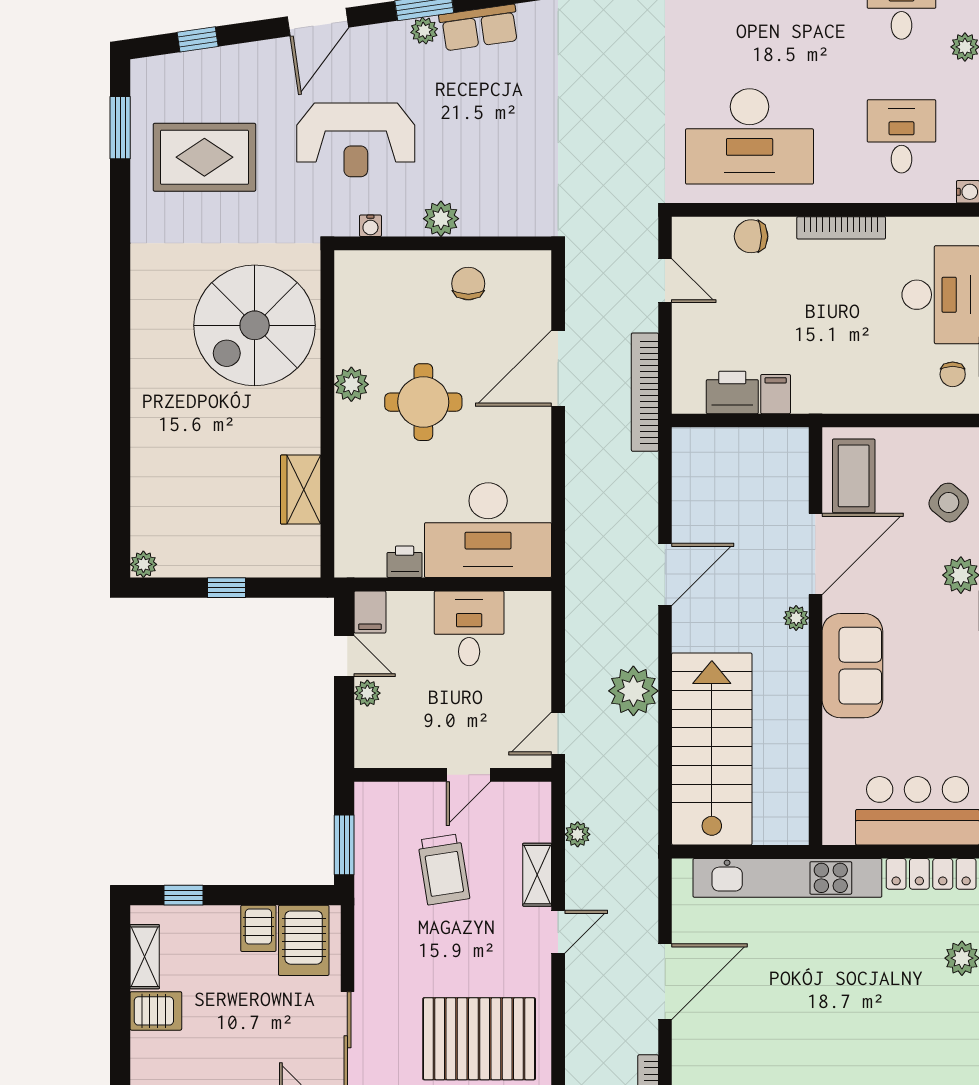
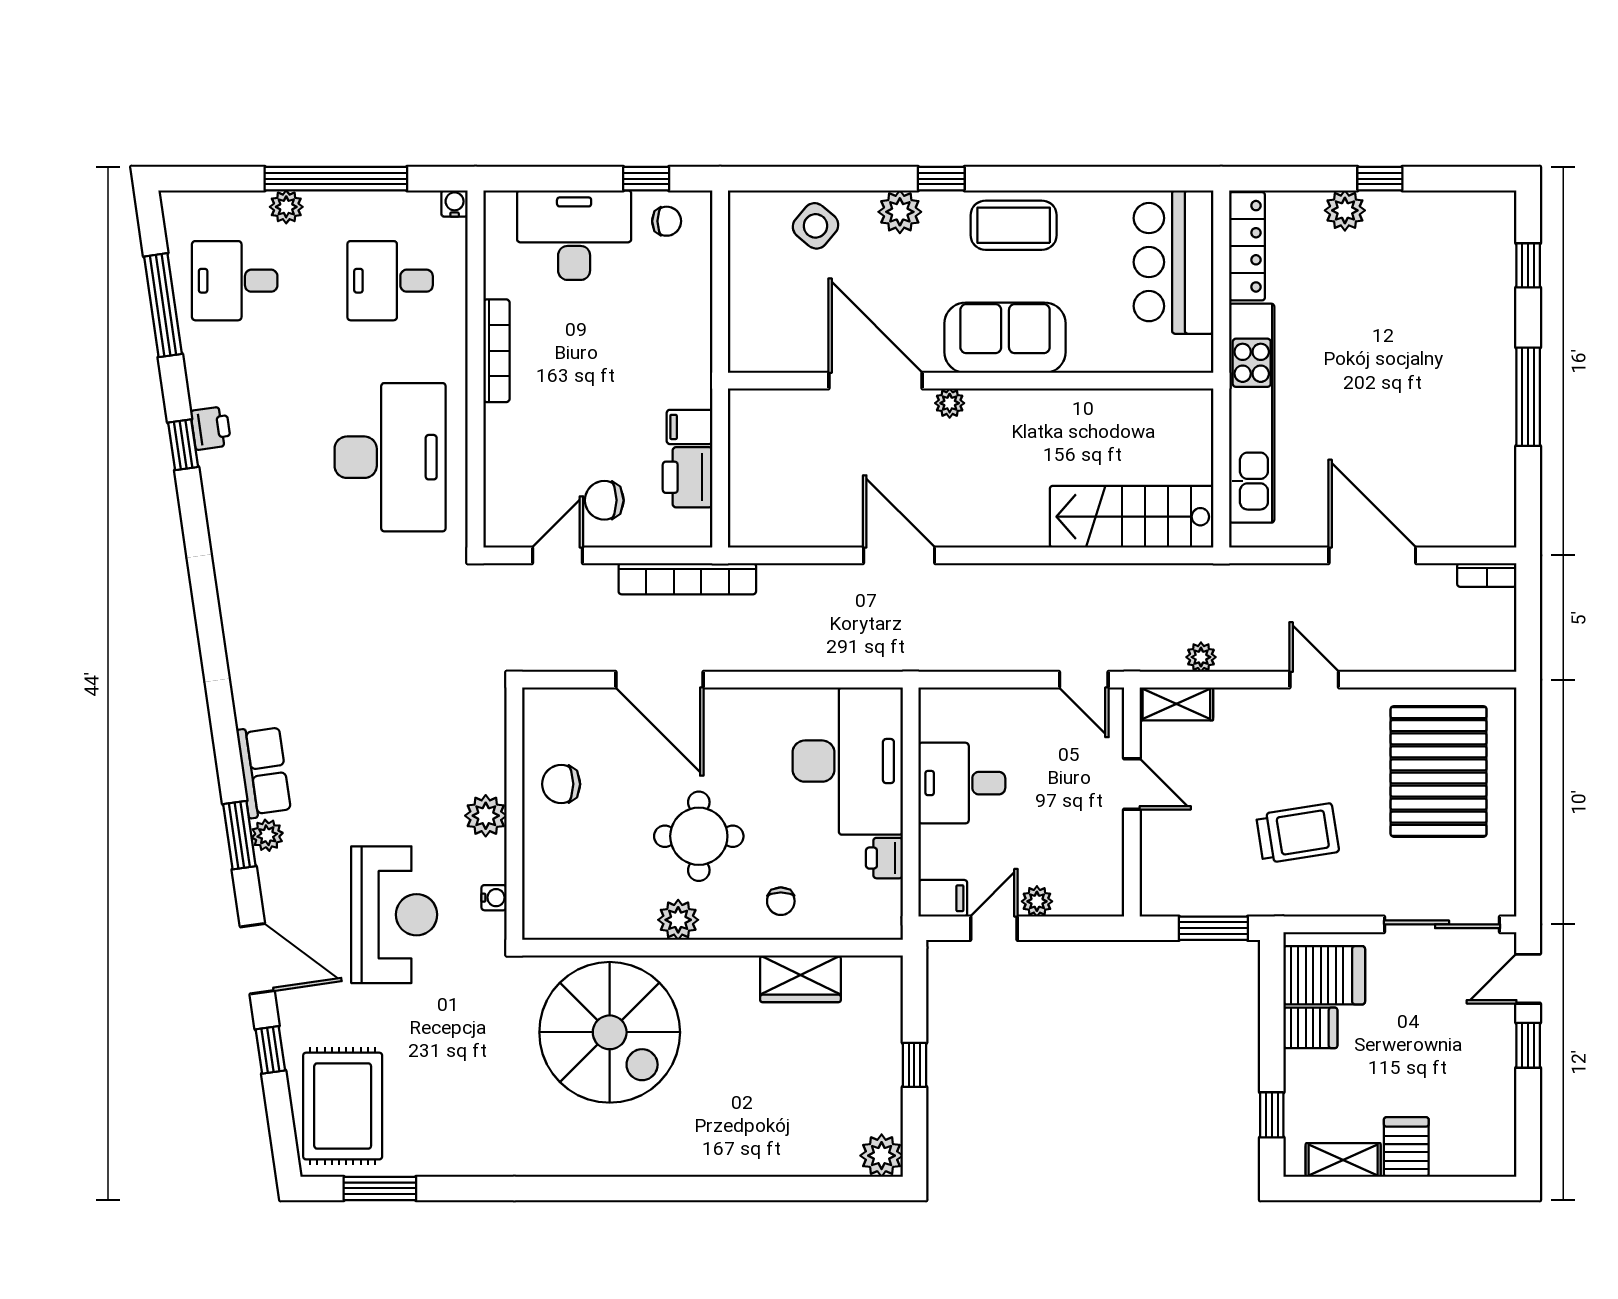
window: (198, 39) -> (270, 1050), moved
rug: (204, 157) -> (343, 1106), moved
chair: (751, 236) -> (604, 500), moved, turned 90
chair: (367, 473) -> (781, 901), added
coffee table: (854, 476) -> (1014, 225), moved
plant: (143, 564) -> (882, 1156), width x1.38, depth x1.38
plant: (633, 691) -> (1034, 592), removed
stairs: (712, 749) -> (1132, 517), width x0.73, depth x0.66
trolley: (444, 869) -> (1298, 833), moved
shelving: (537, 875) -> (1176, 704), moved

